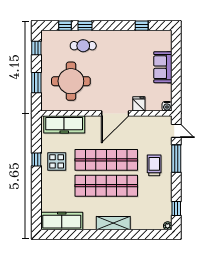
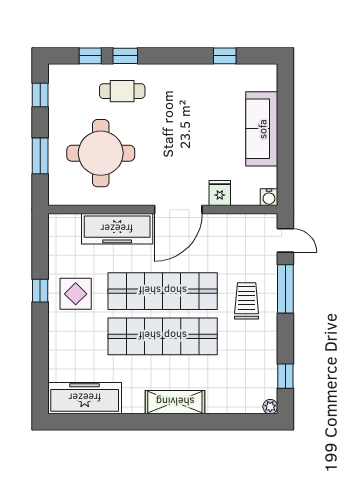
sofa: (163, 67) -> (262, 129), width x1.36
freezer: (64, 124) -> (117, 229), moved

